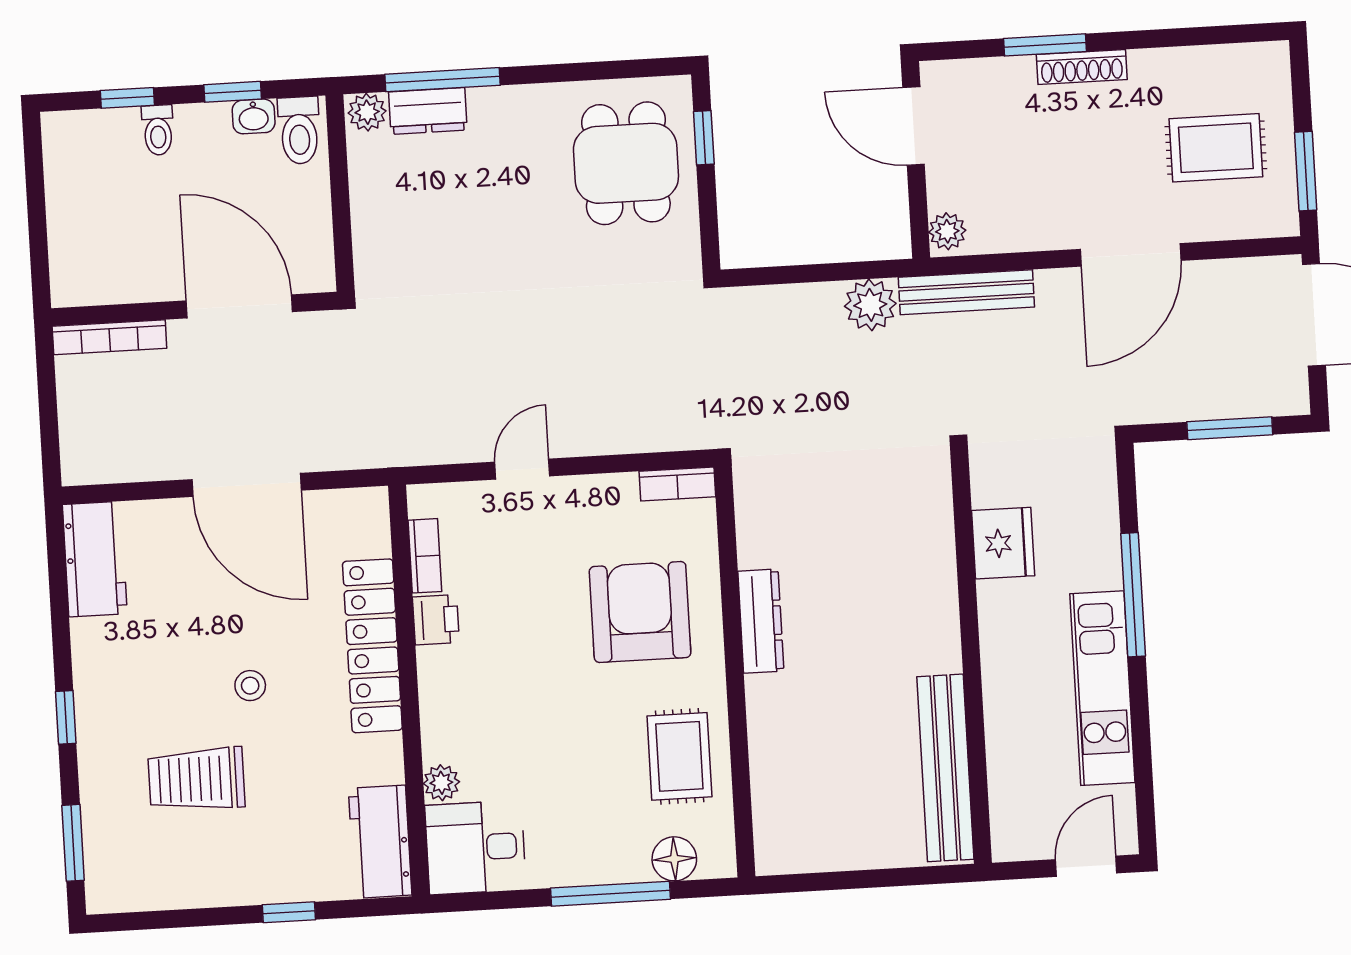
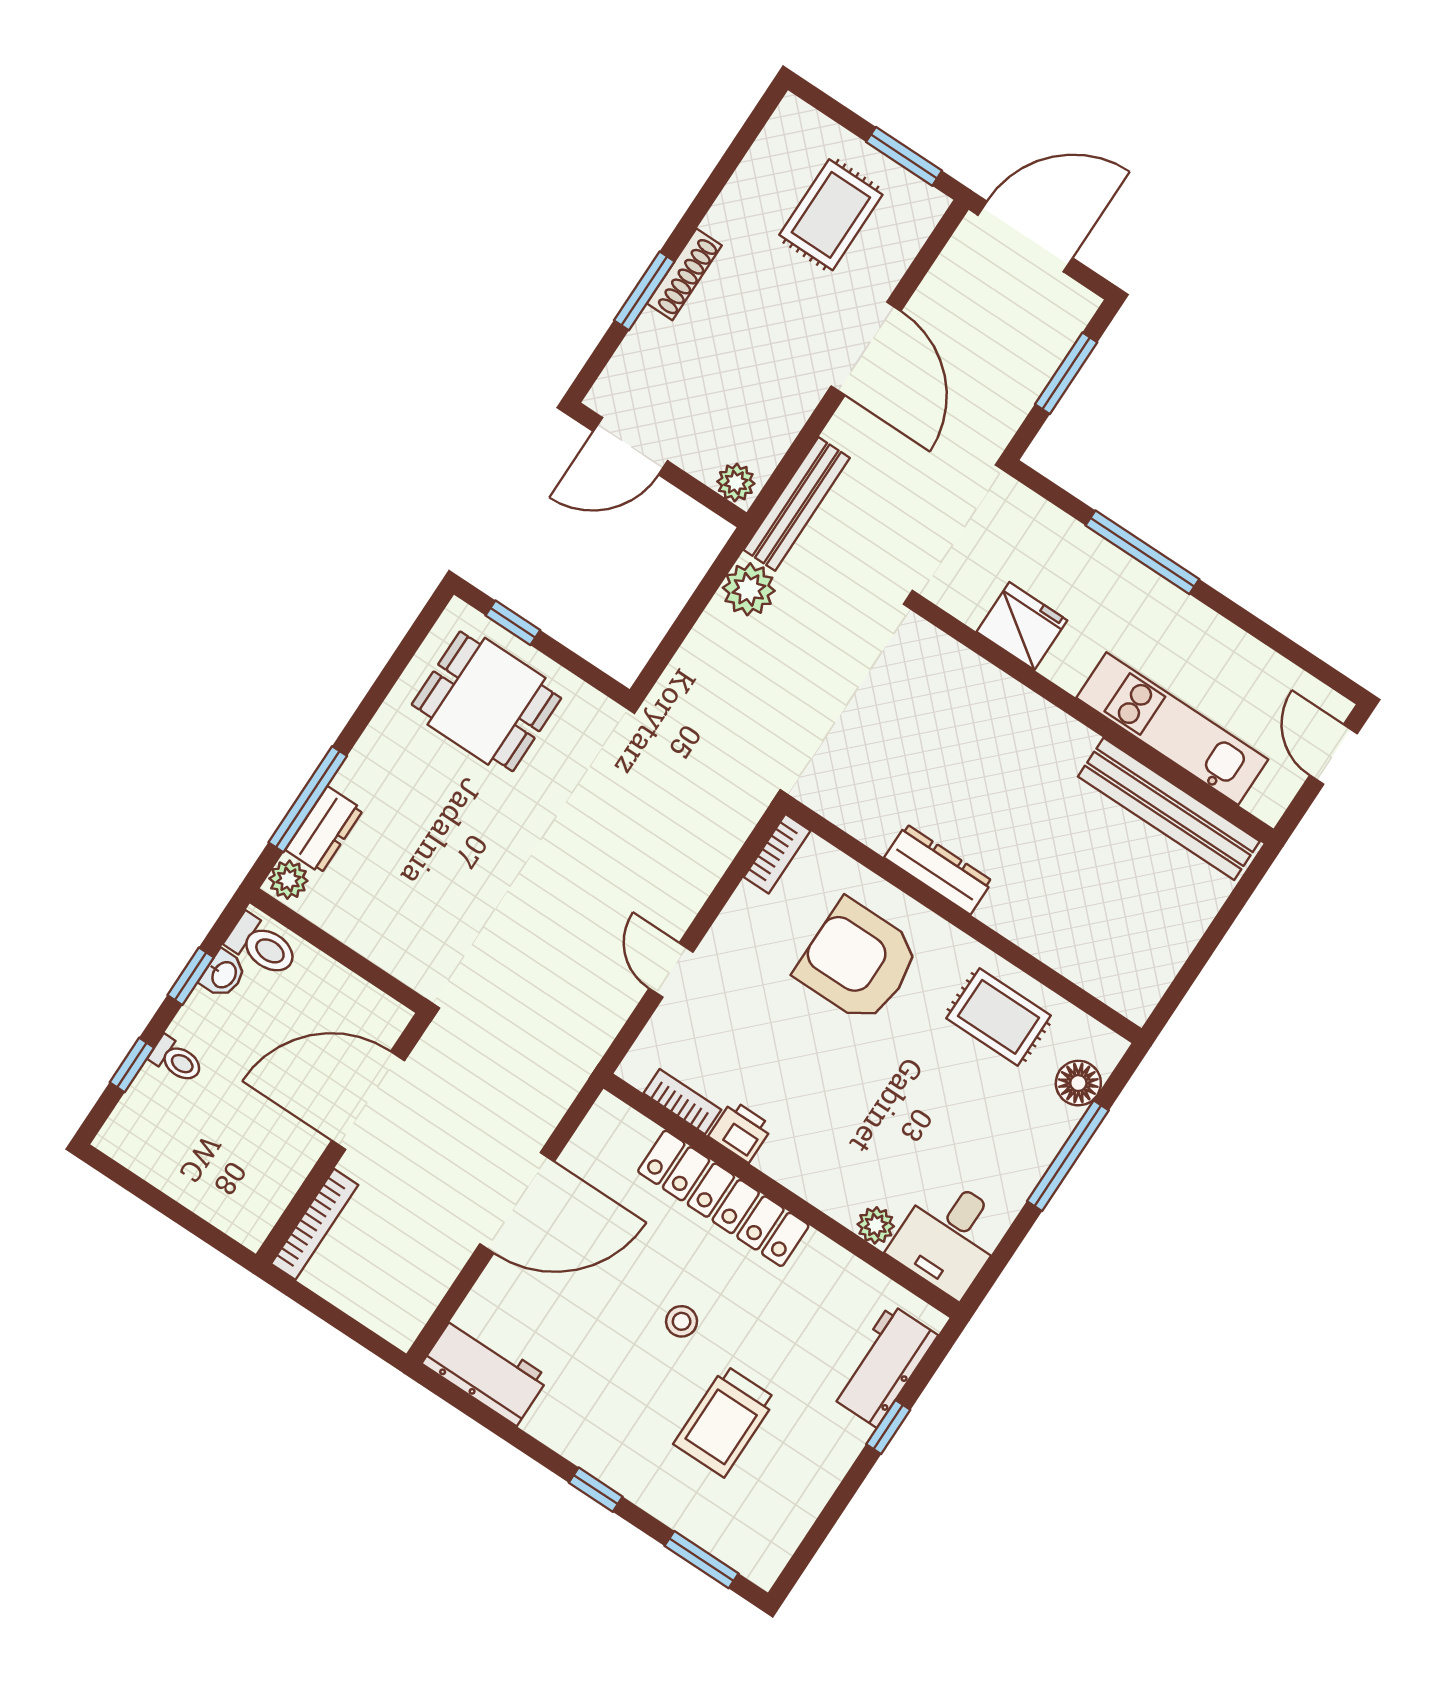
kitchen unit: (1102, 688) -> (1172, 729), moved, turned 180
workbench: (380, 842) -> (884, 1366), moved, turned 90

